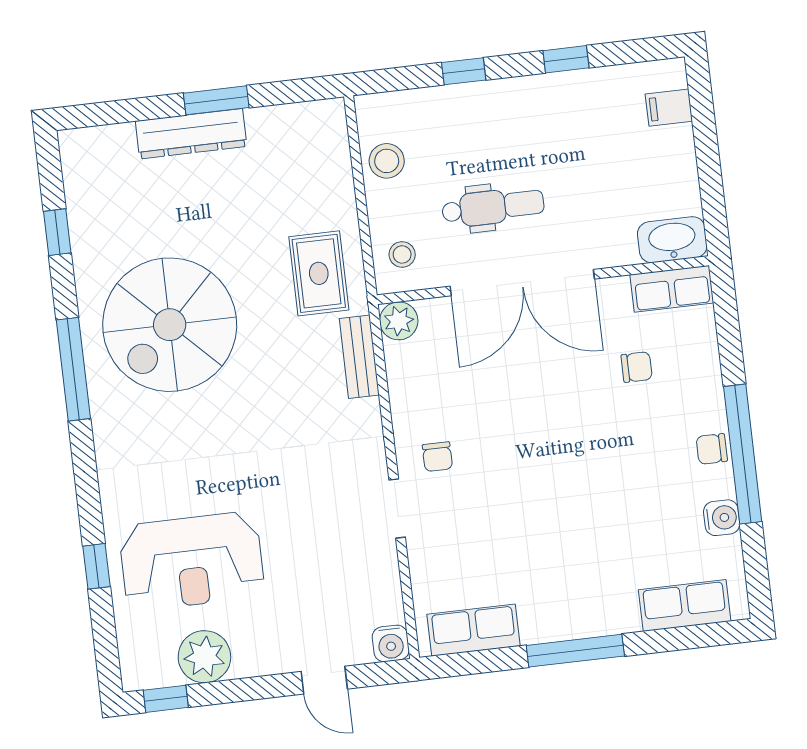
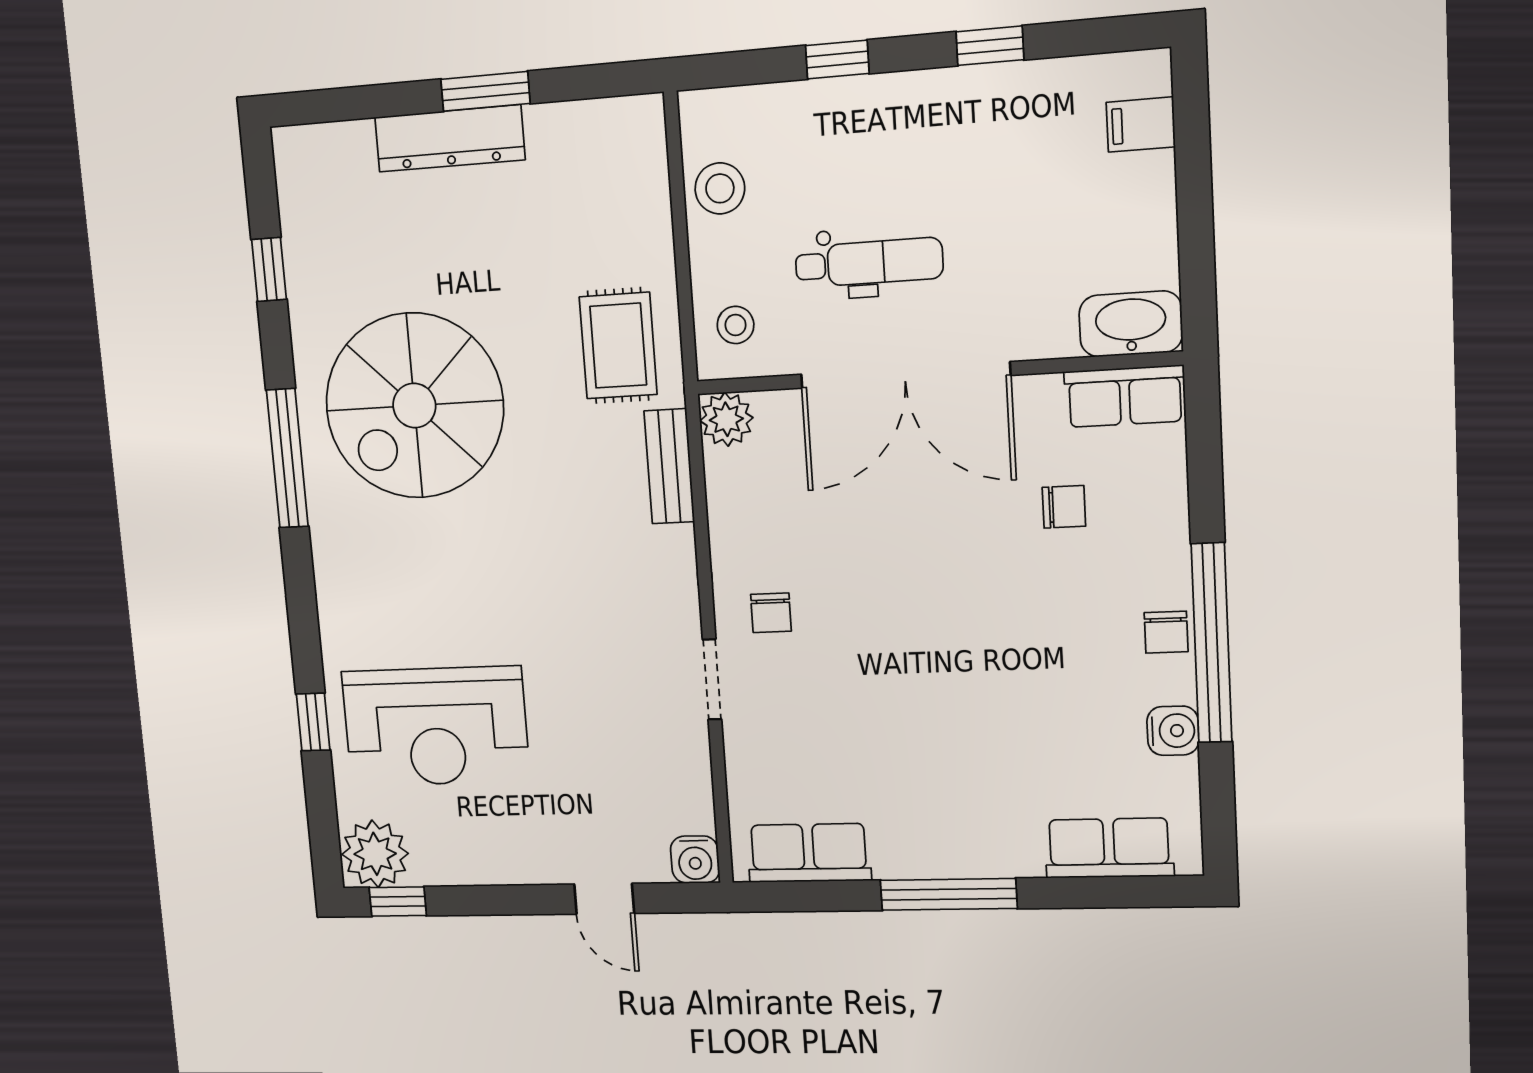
chair: (712, 449) -> (1166, 632), turned -90
plant: (204, 657) -> (375, 854), moved

